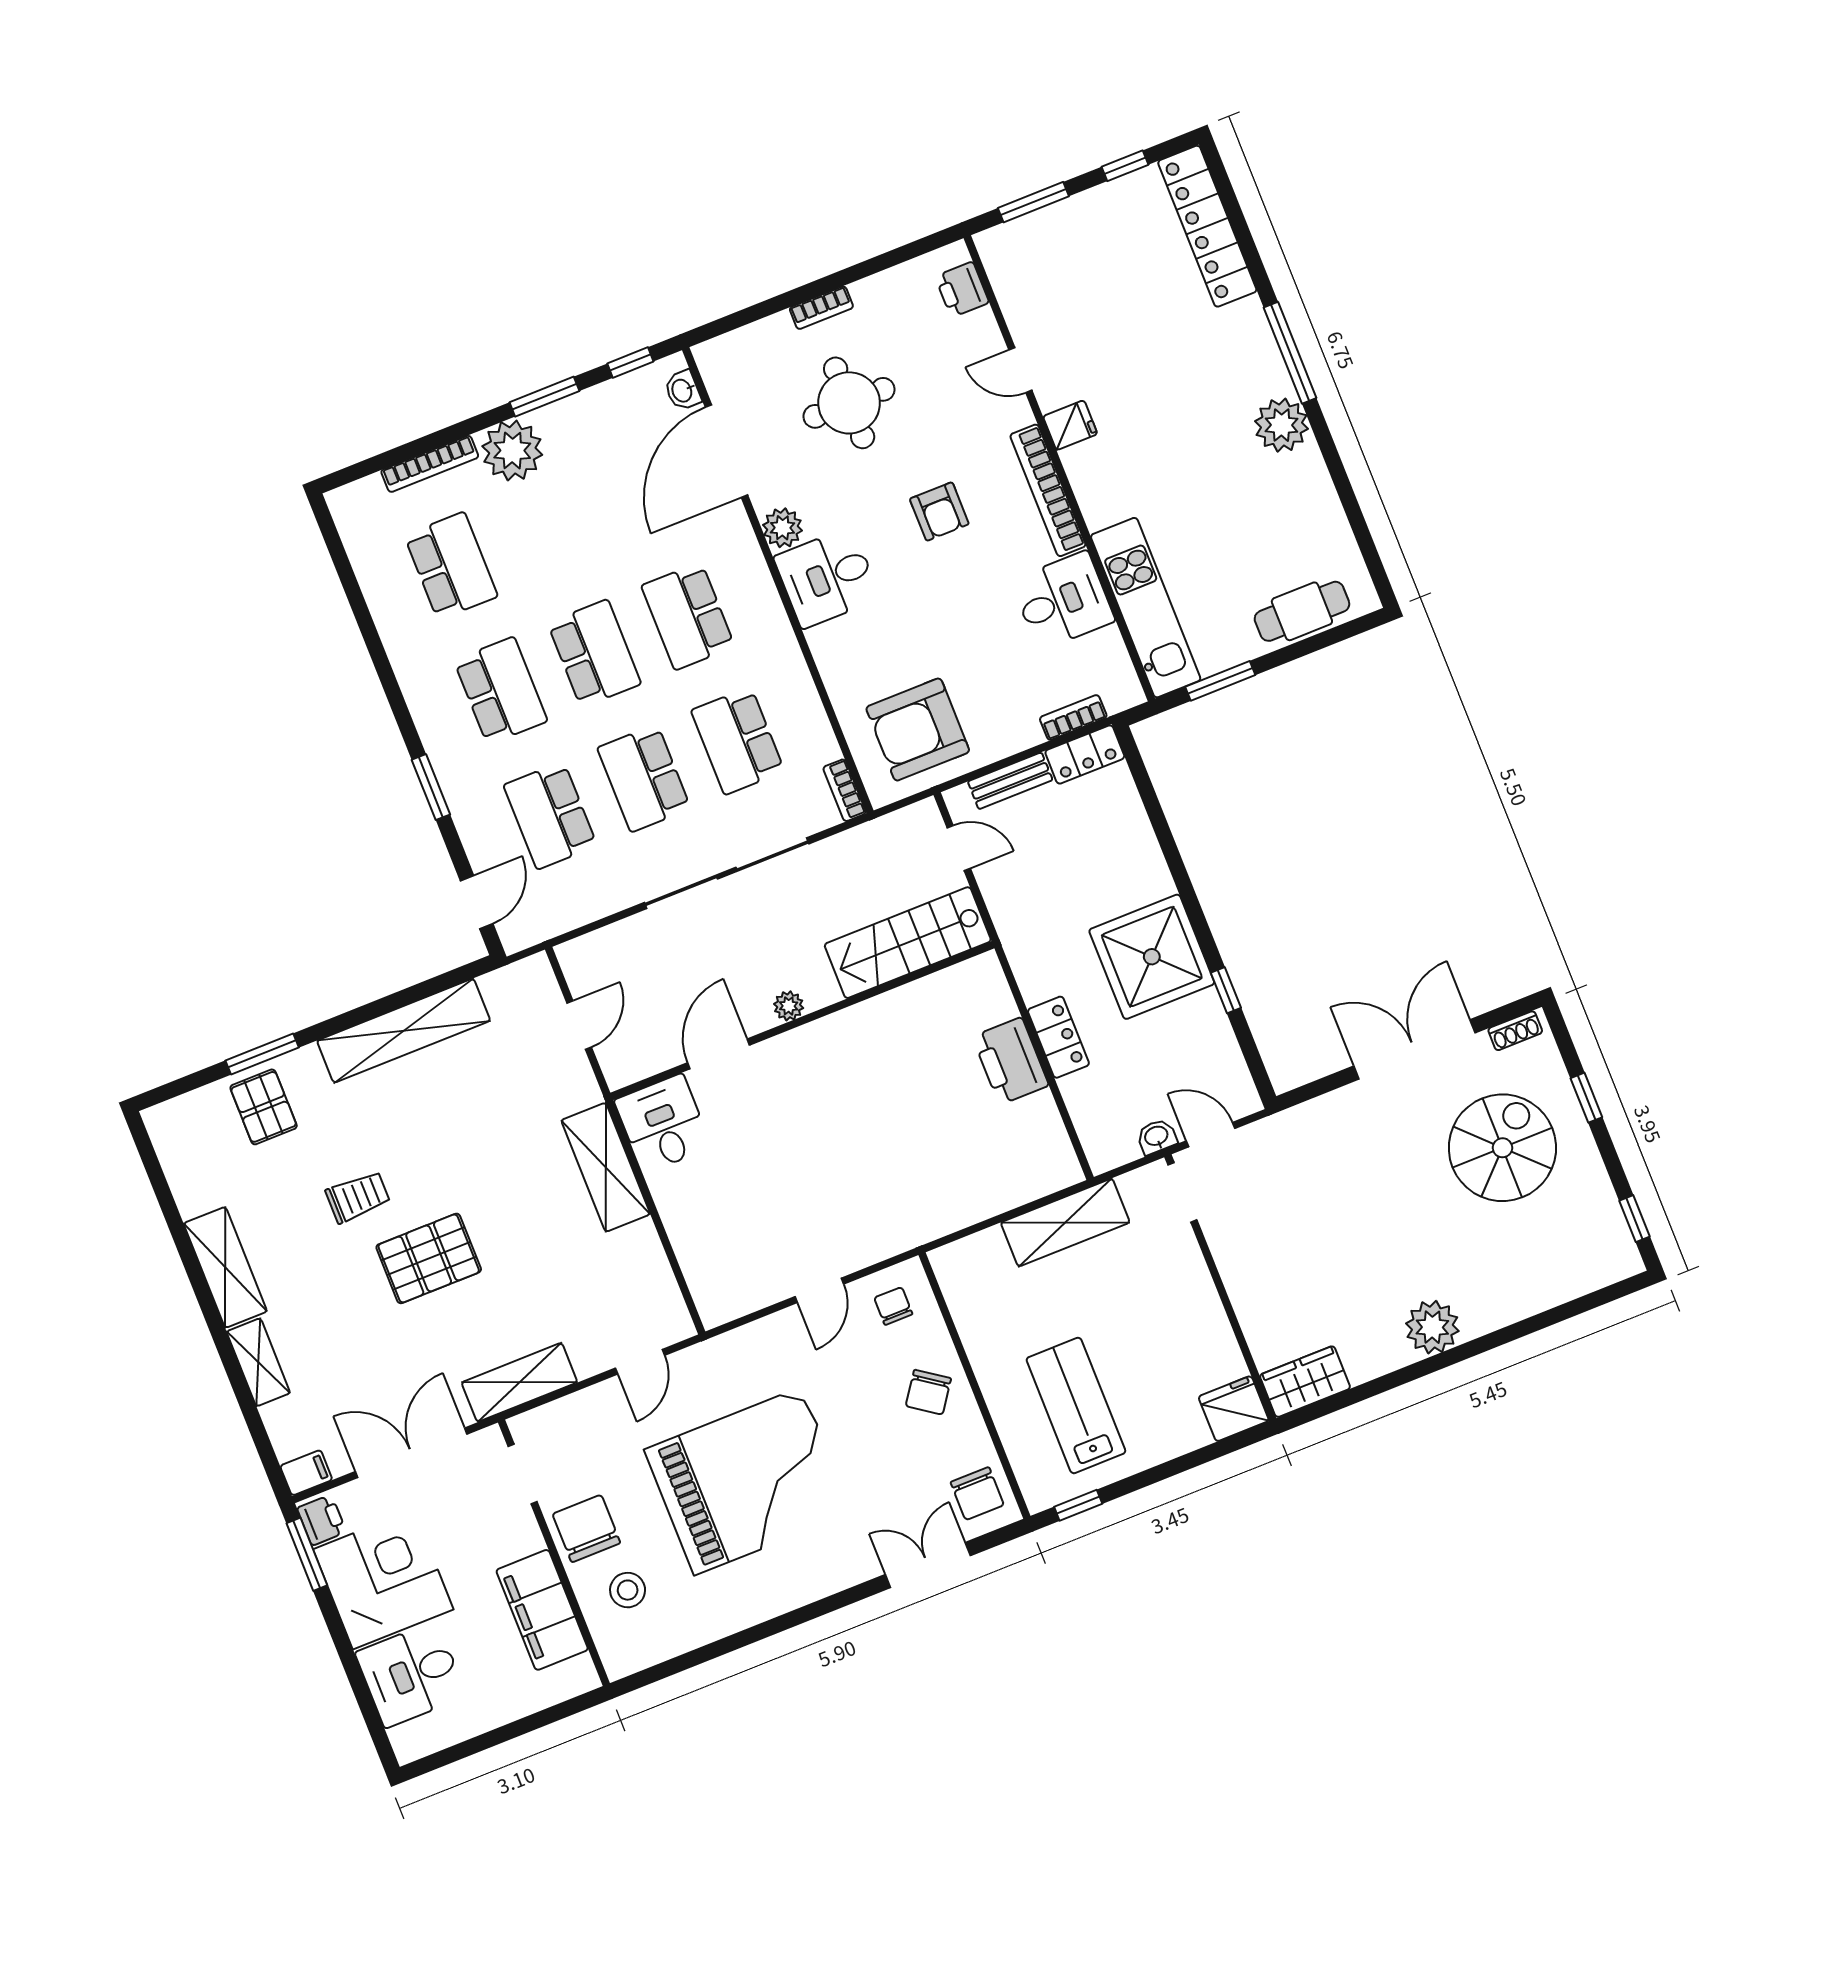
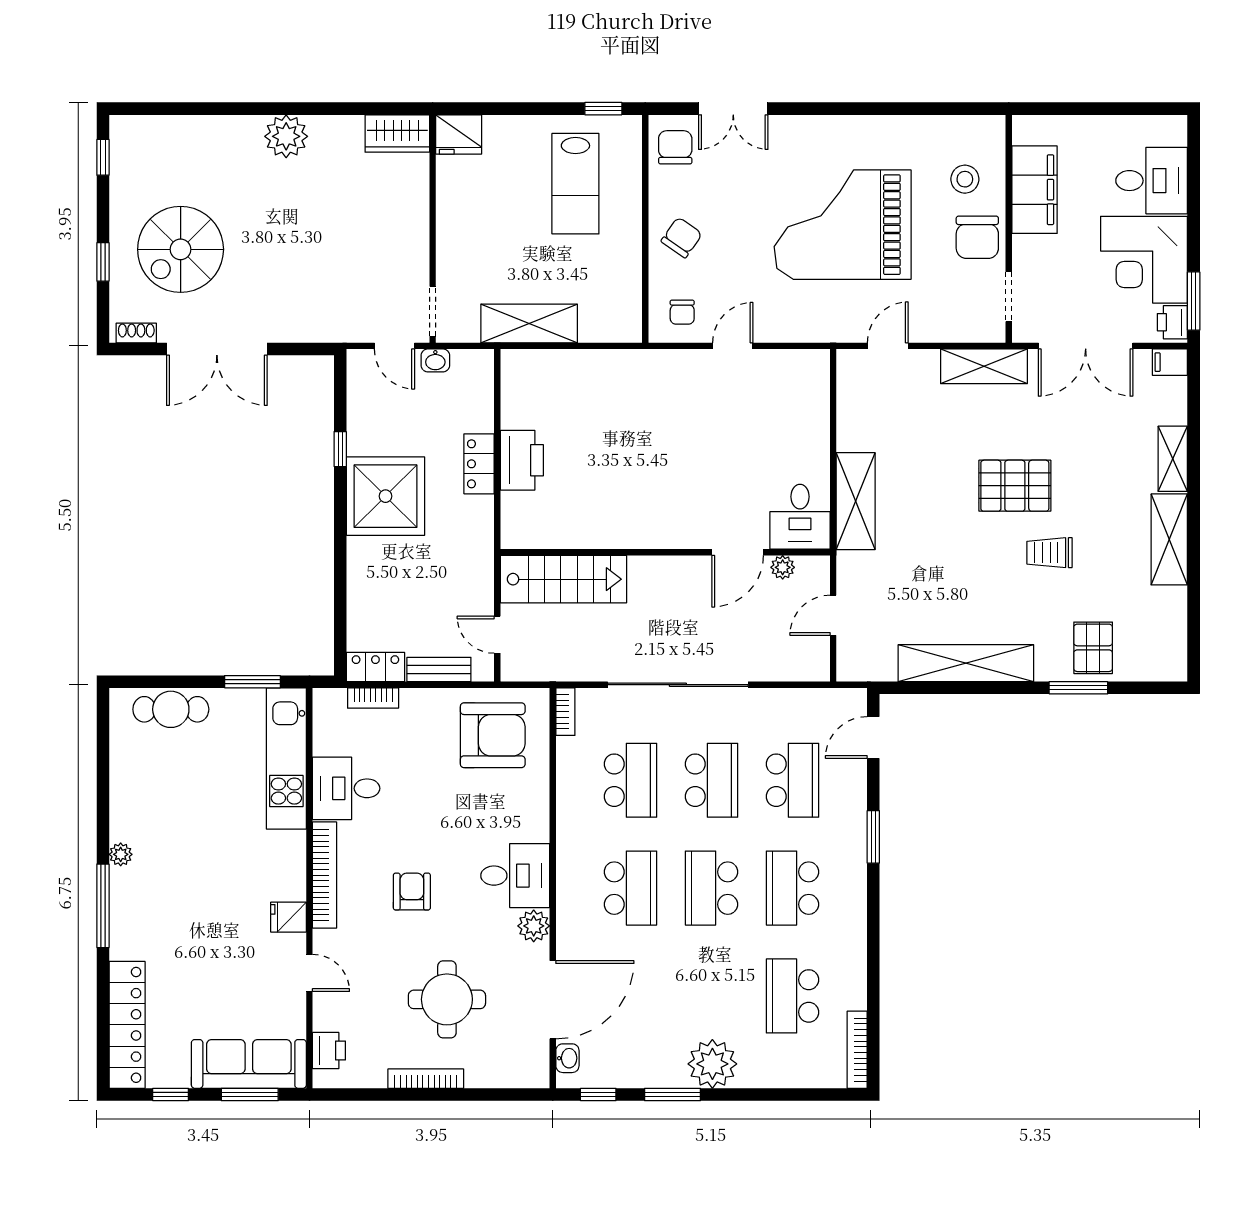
sofa: (1049, 237) -> (249, 1064), added
bookcase: (821, 308) -> (426, 1079), width x1.56
plant: (1281, 425) -> (121, 854), width x0.53, depth x0.53
bookcase: (430, 464) -> (857, 1050), moved, turned -90
plant: (789, 1006) -> (783, 567), moved

